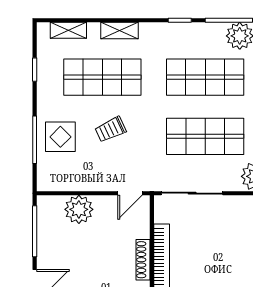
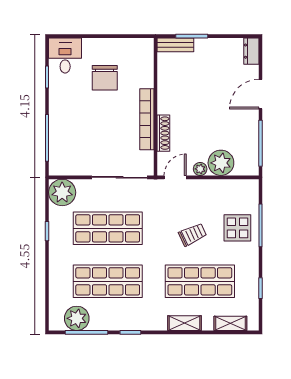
plant: (102, 203) -> (200, 169), added
shoe rack: (143, 260) -> (163, 133), moved

